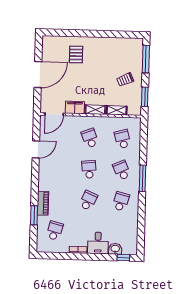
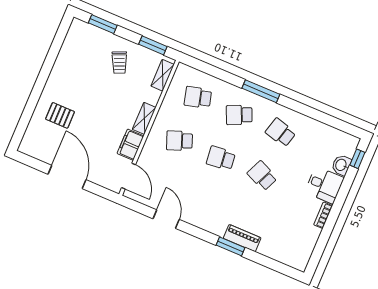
window: (146, 59) -> (103, 24), width x0.69
shelving: (117, 110) -> (163, 75), moved
window: (34, 215) -> (231, 246), moved
school desk: (55, 231) -> (285, 237), removed

